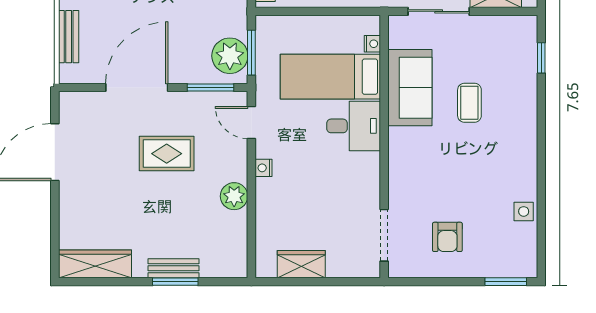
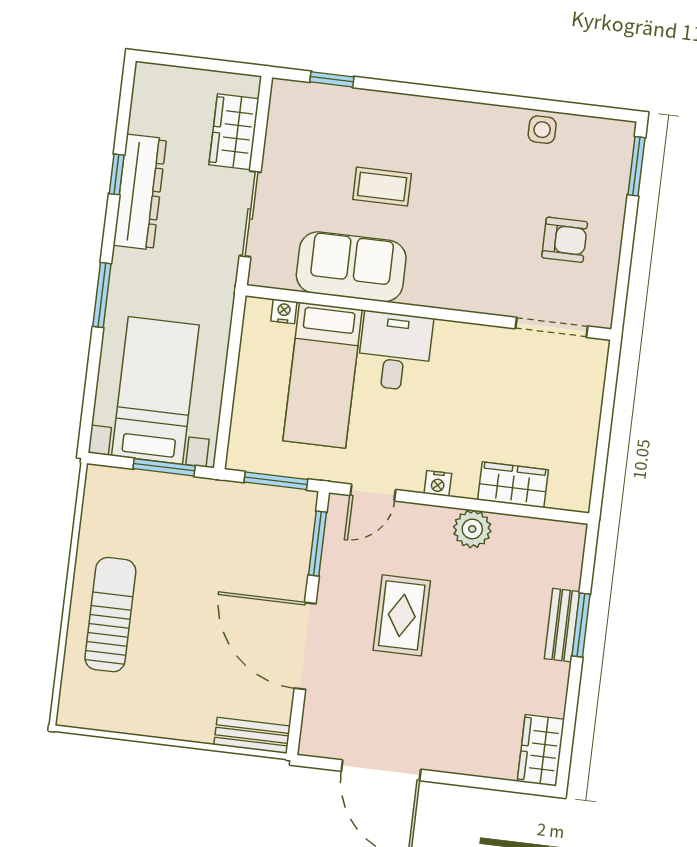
bench: (69, 37) -> (252, 735), moved
plant: (230, 56) -> (277, 511), removed
wardrobe: (95, 264) -> (541, 750), width x0.67
wardrobe: (301, 264) -> (513, 485), moved, turned 90

